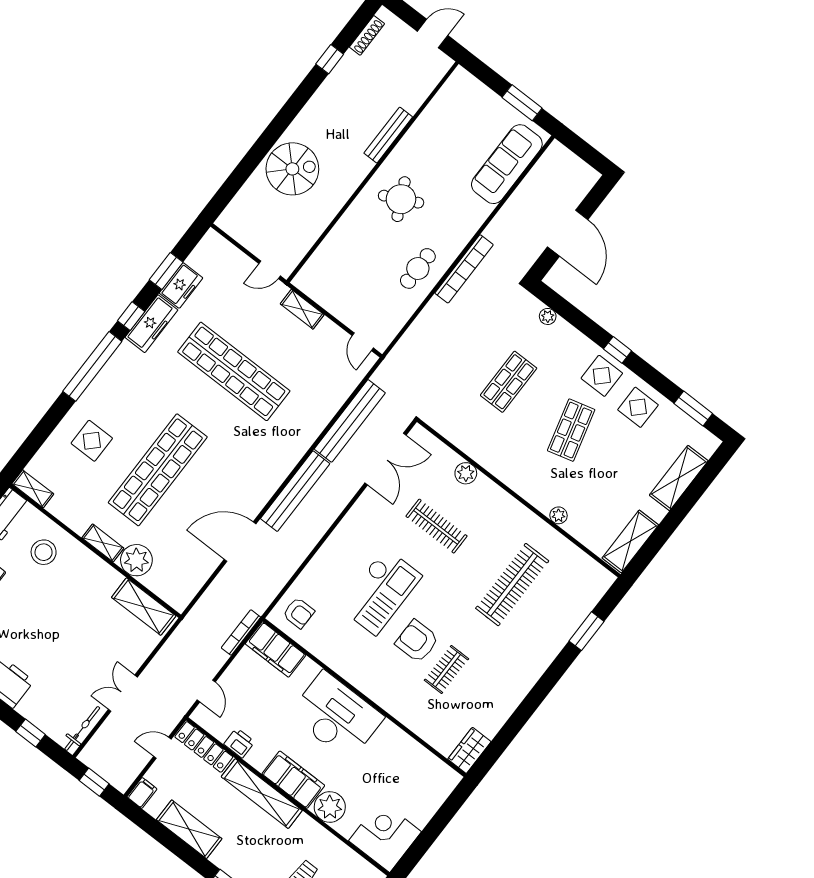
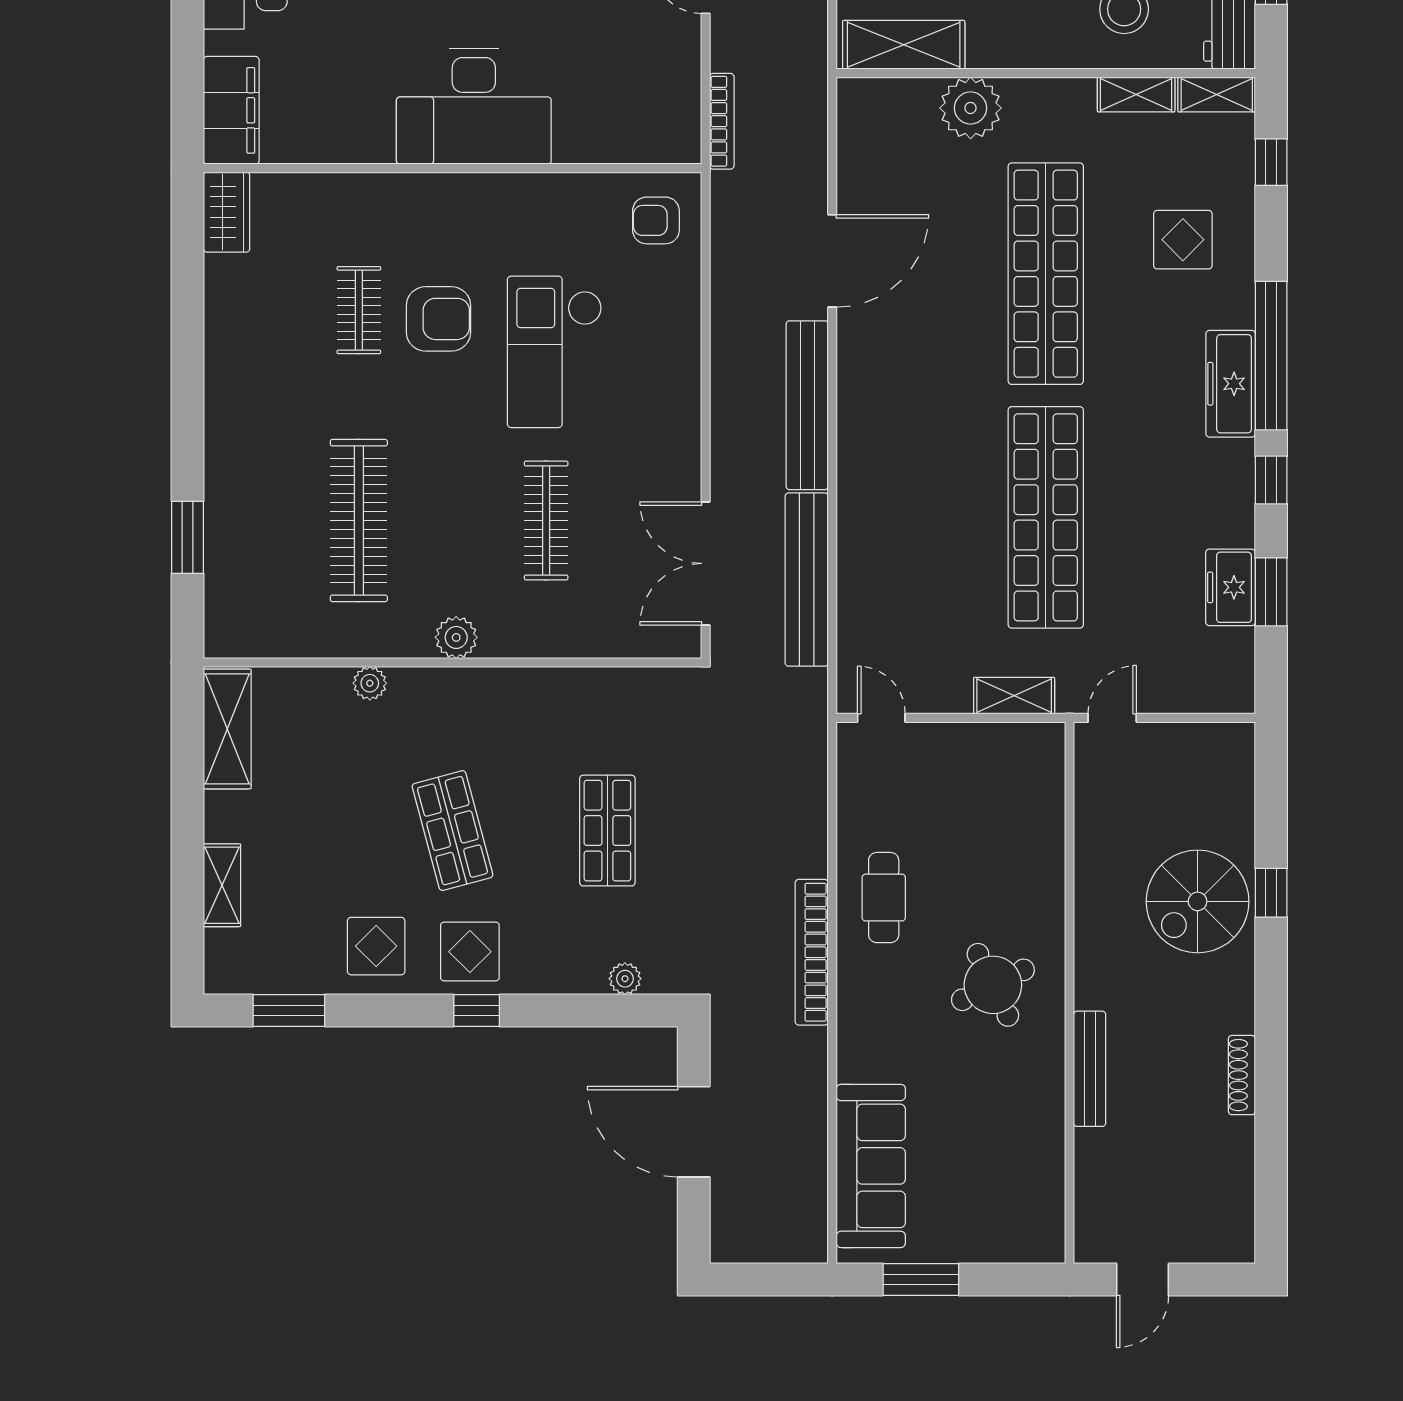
shoe rack: (367, 35) -> (1242, 1075), moved
window: (330, 59) -> (1271, 893), moved
freezer: (151, 324) -> (1231, 384), moved
shop shelf: (234, 371) -> (1046, 517), turned 90
window: (32, 444) -> (1271, 162), added
plant: (466, 473) -> (456, 637), moved
shelving: (679, 478) -> (222, 885), width x0.67, depth x0.75
clothes rail: (437, 526) -> (546, 520), turned 90
shelving: (103, 543) -> (1136, 95), moved
filing cabinet: (276, 650) -> (231, 110), moved, turned 90

